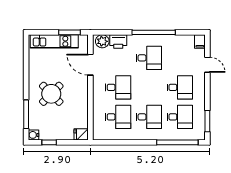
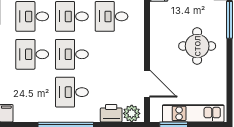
desk: (118, 87) -> (72, 54), moved
round table: (51, 94) -> (197, 46), turned 45

